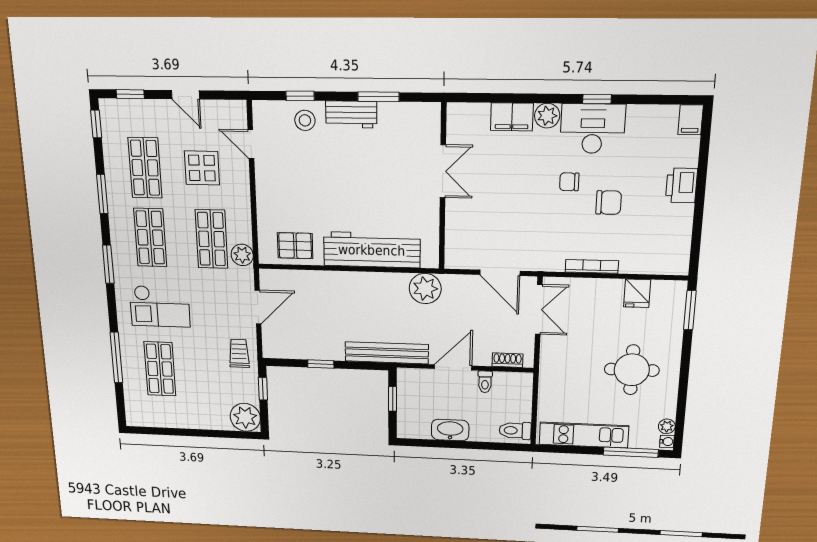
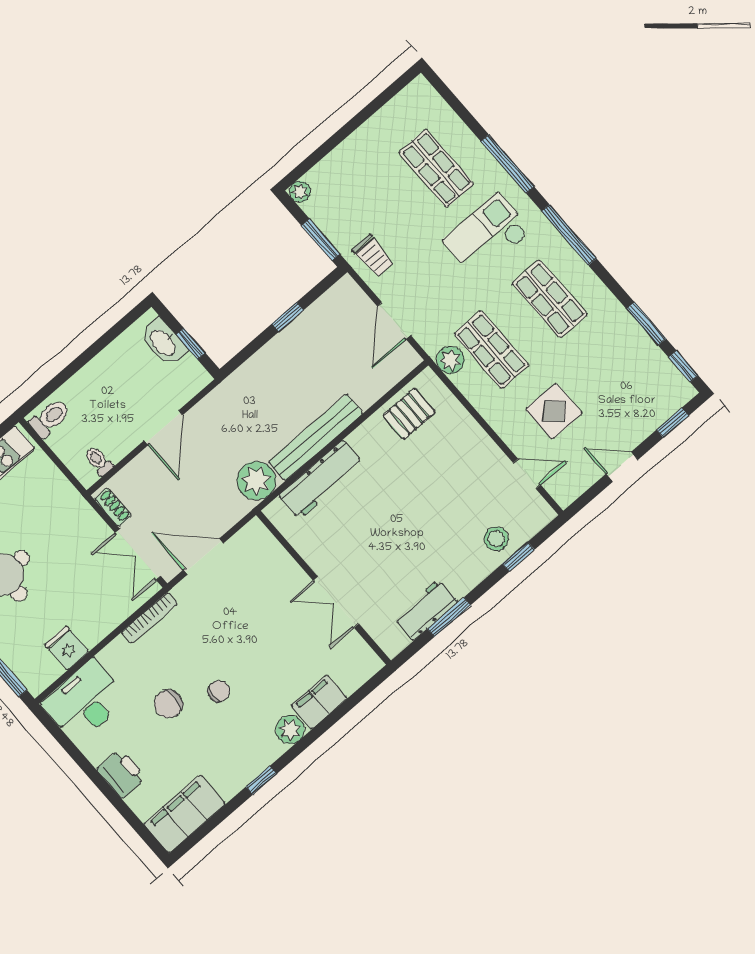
workbench: (351, 114) -> (426, 610), moved
filing cabinet: (690, 120) -> (185, 814), width x3.00, depth x1.17
desk: (593, 129) -> (85, 701), moved, turned 180
shop shelf: (145, 168) -> (606, 364), removed
window: (102, 194) -> (646, 324), moved
workbench: (372, 250) -> (321, 480), width x0.73, depth x0.76
window: (108, 264) -> (569, 235), width x1.44
bookcase: (592, 266) -> (149, 618), moved
bench: (387, 353) -> (316, 437), moved
window: (116, 357) -> (507, 164), moved
shoe rack: (508, 360) -> (113, 507), moved, turned -90
toilet: (485, 382) -> (99, 461), moved
window: (263, 389) -> (321, 240), width x1.50
plant: (245, 417) -> (300, 192), width x0.53, depth x0.53
washbasin: (450, 430) -> (164, 342), moved, turned 90

